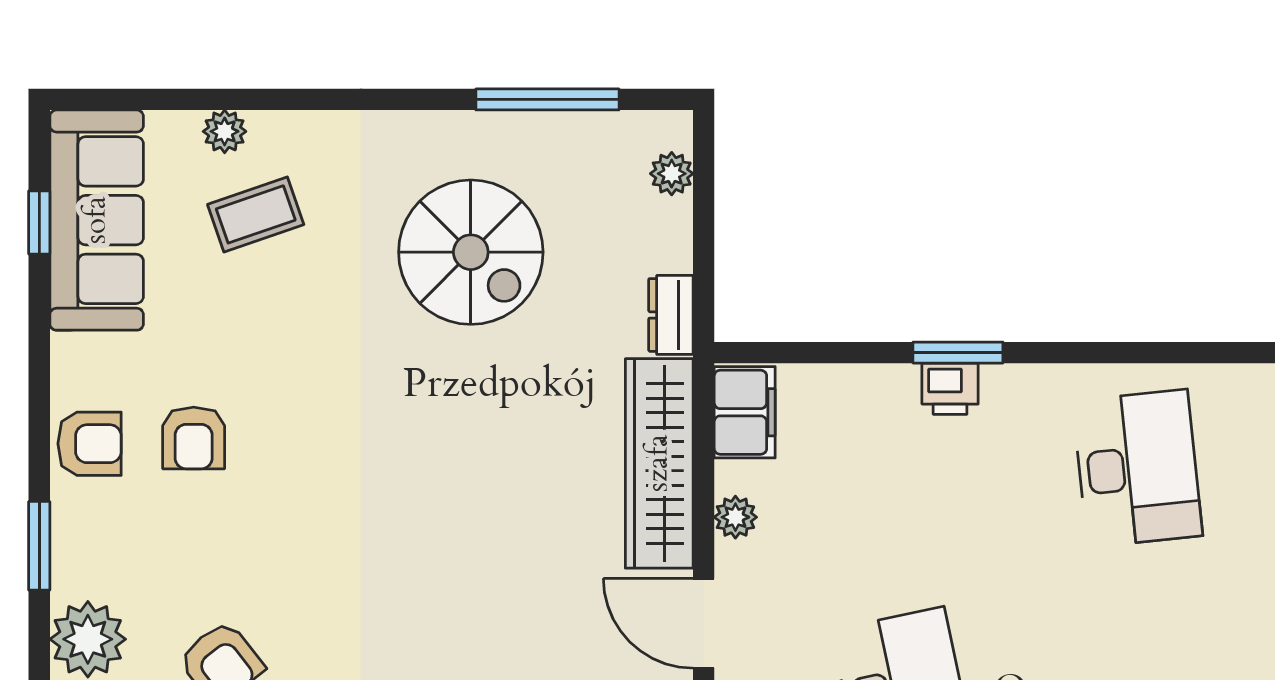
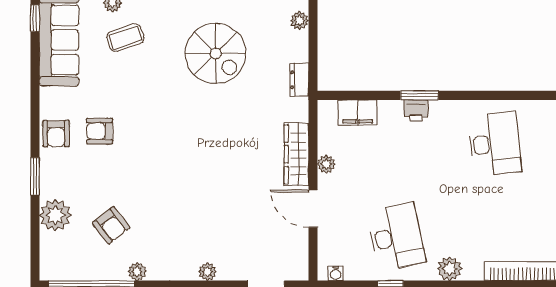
window: (39, 222) -> (35, 18), moved
filing cabinet: (745, 412) -> (358, 113), moved, turned 90
armchair: (194, 438) -> (100, 131), turned 90
armchair: (90, 444) -> (56, 134), turned 90
wardrobe: (659, 463) -> (296, 154), width x0.71, depth x0.85

